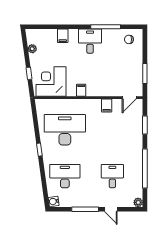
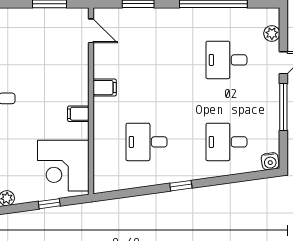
filing cabinet: (107, 106) -> (105, 88), moved
desk: (65, 130) -> (147, 142), width x0.53, depth x0.77
desk: (65, 176) -> (226, 142), width x0.73
plant: (138, 202) -> (272, 33), moved

